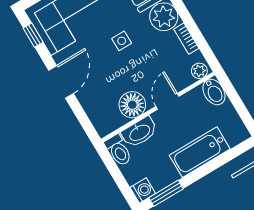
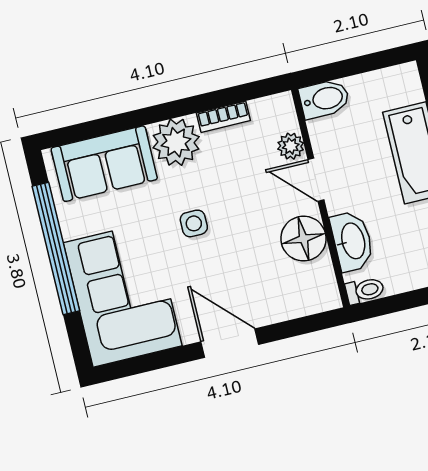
window: (33, 35) -> (139, 365), removed
plant: (199, 71) -> (291, 146), moved
toilet: (118, 150) -> (365, 290), width x0.73, depth x0.72

